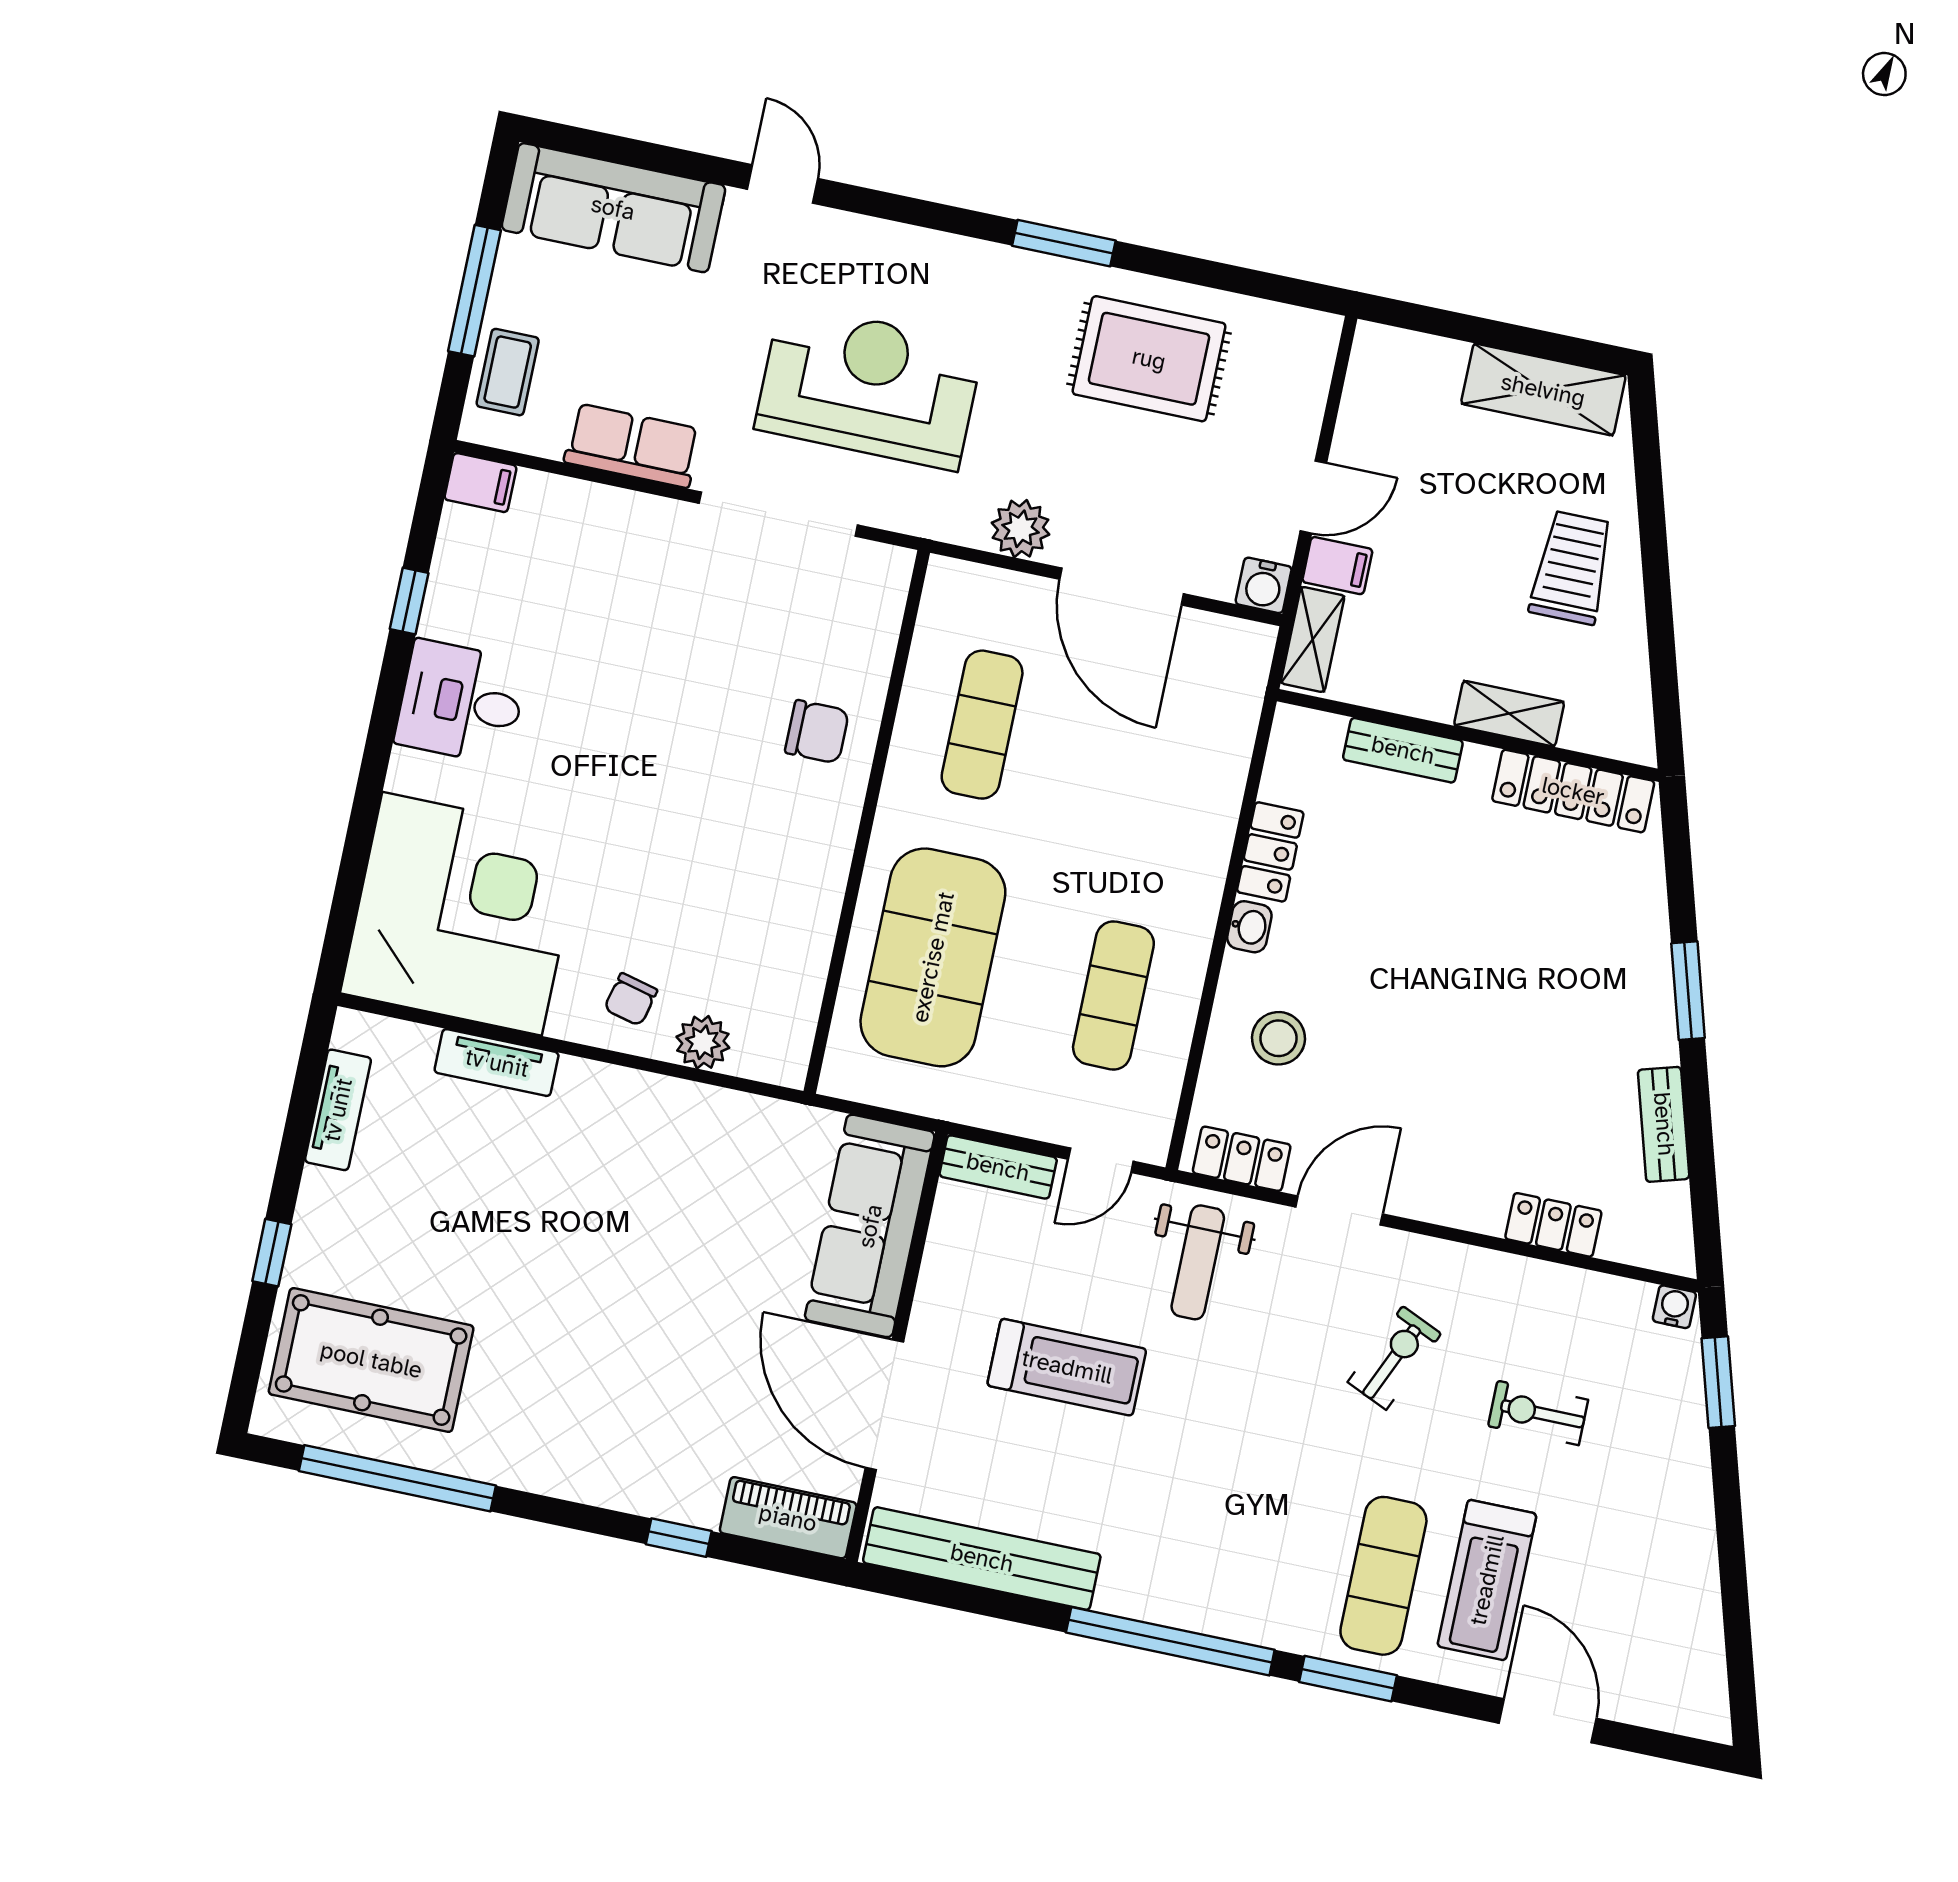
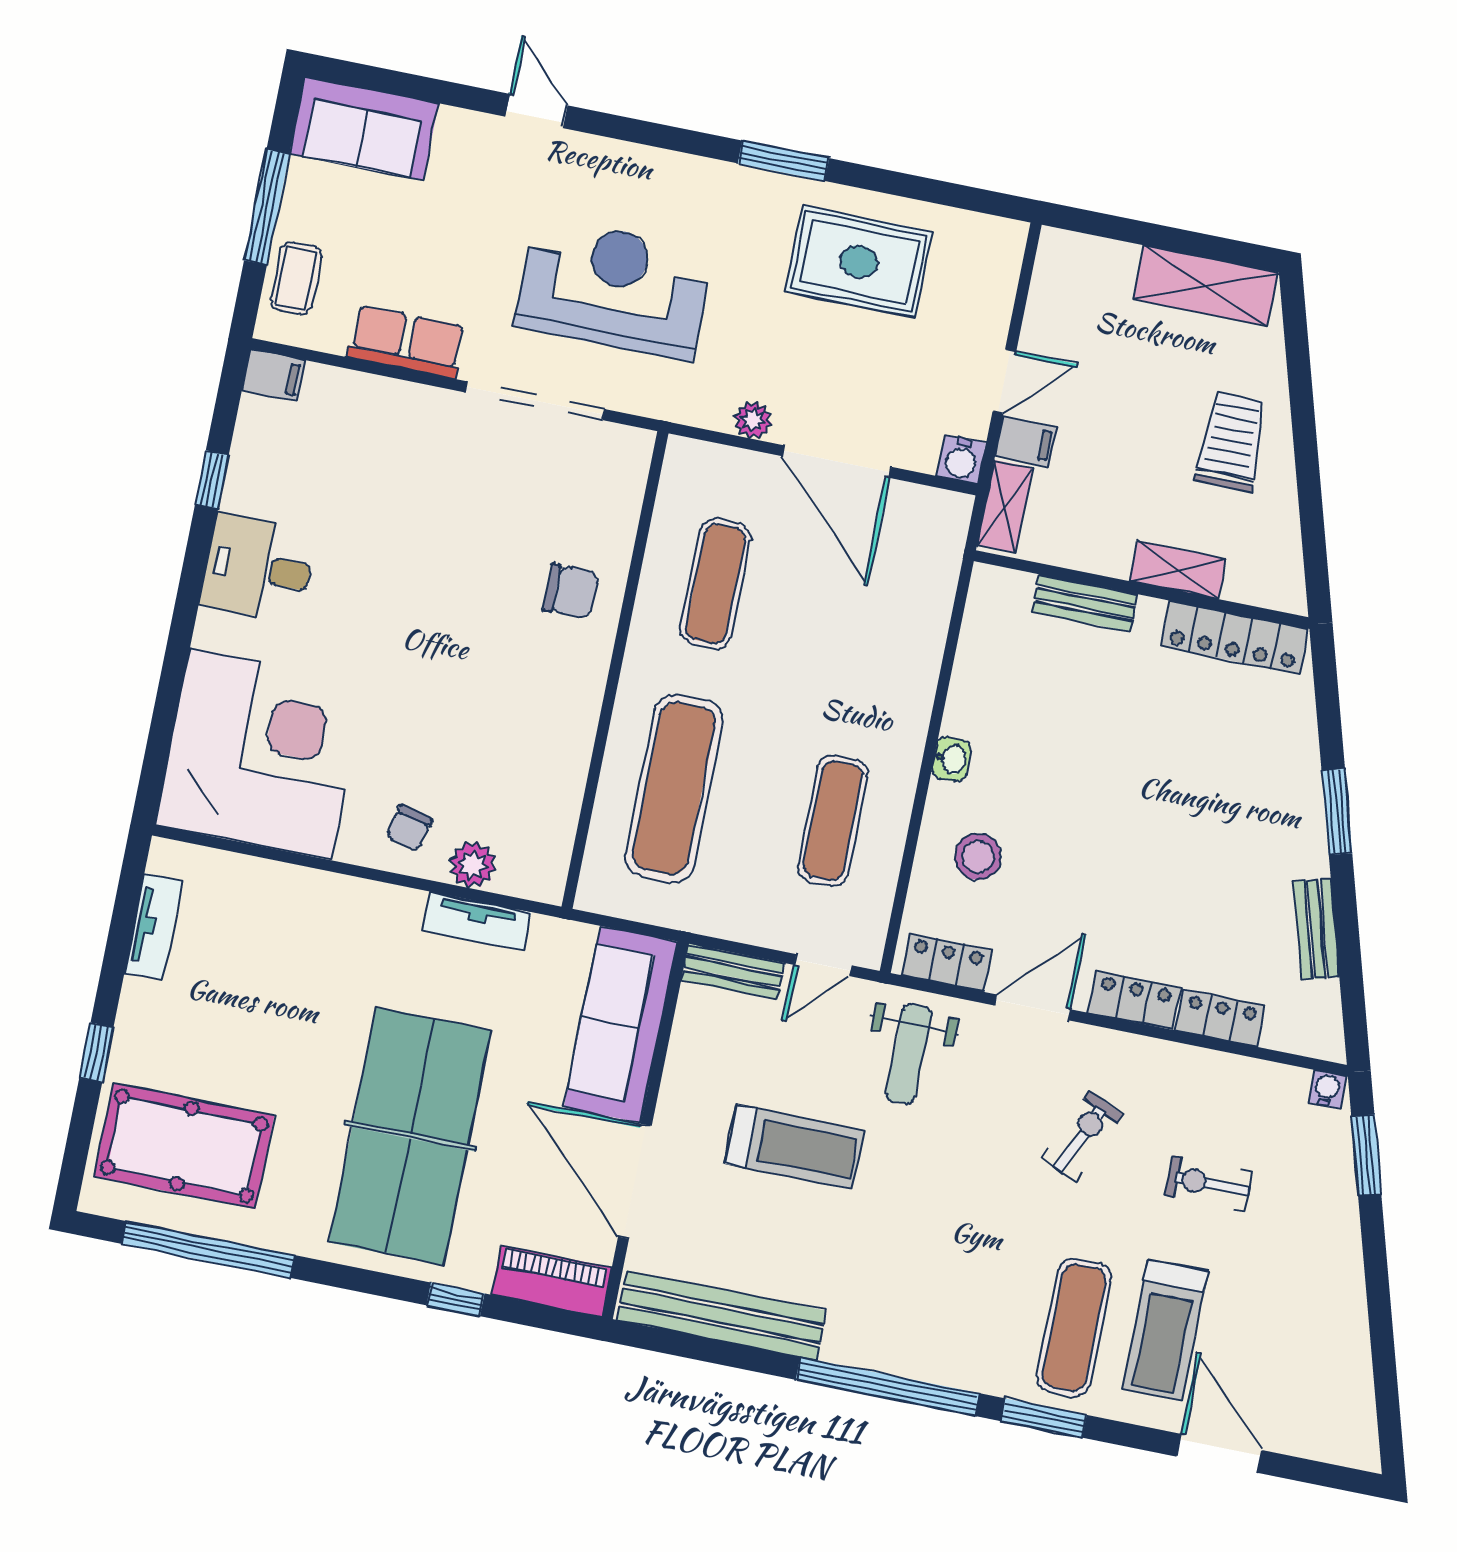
sofa: (613, 208) -> (364, 128), width x0.73
plant: (1020, 529) -> (753, 420), width x0.73, depth x0.73
locker: (1270, 852) -> (1134, 1000), moved, turned -90
exercise mat: (933, 957) -> (674, 788), width x0.68
tv unit: (497, 1063) -> (477, 921), moved
table tennis table: (628, 1351) -> (410, 1136), added

